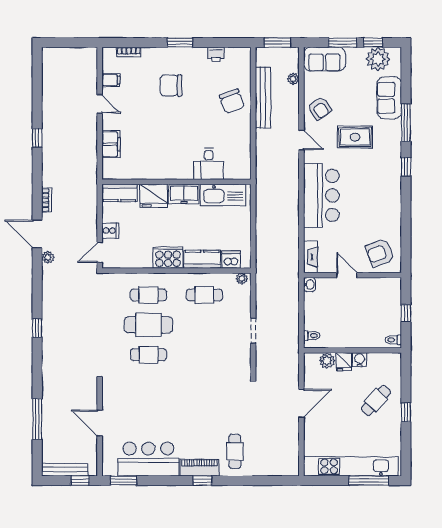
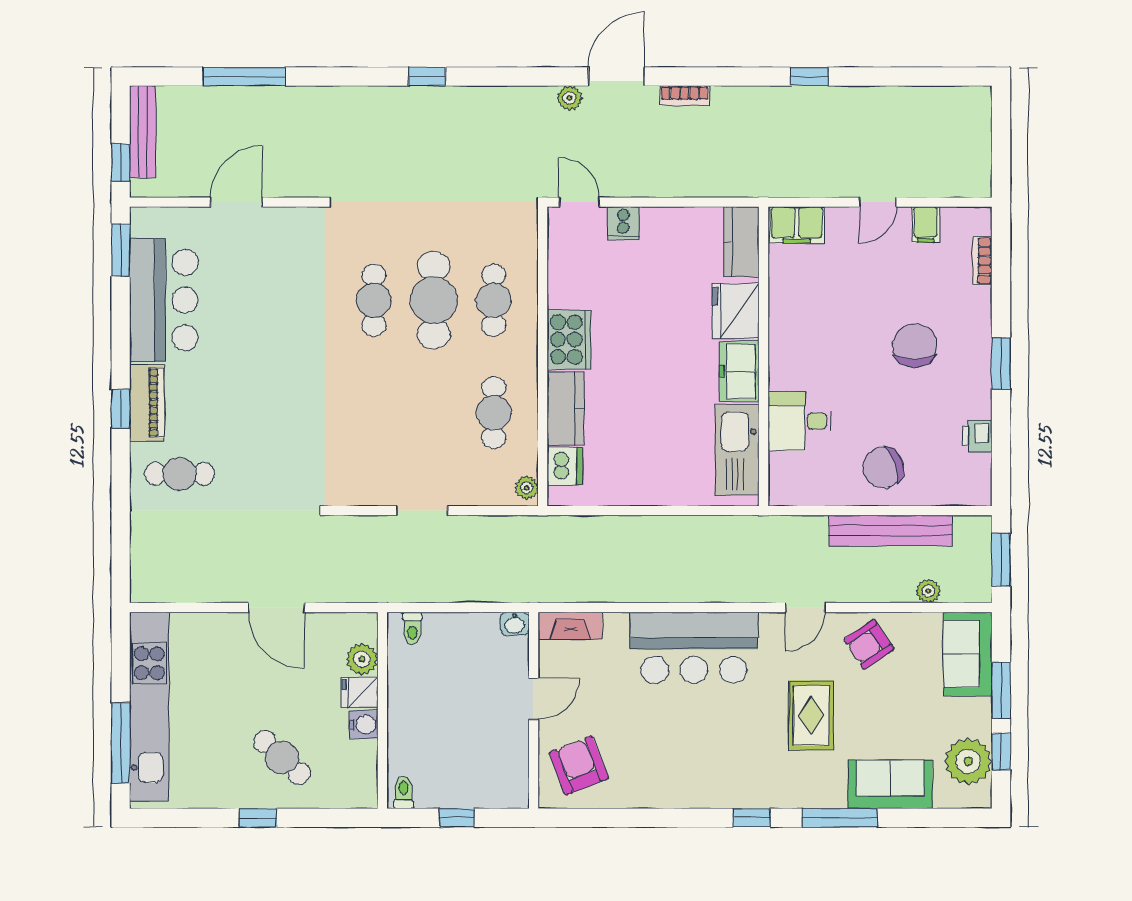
desk: (209, 164) -> (800, 421), moved
wall: (176, 182) -> (764, 356), moved
kitchen counter: (119, 193) -> (741, 242), moved
freezer: (184, 194) -> (739, 371), moved
kitchen sink: (223, 195) -> (737, 450), moved
fridge: (154, 196) -> (735, 311), moved

